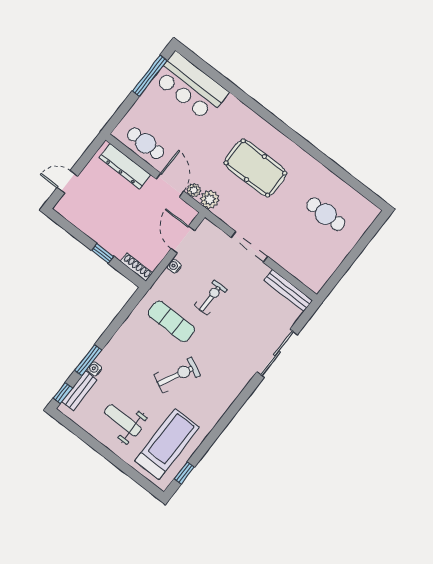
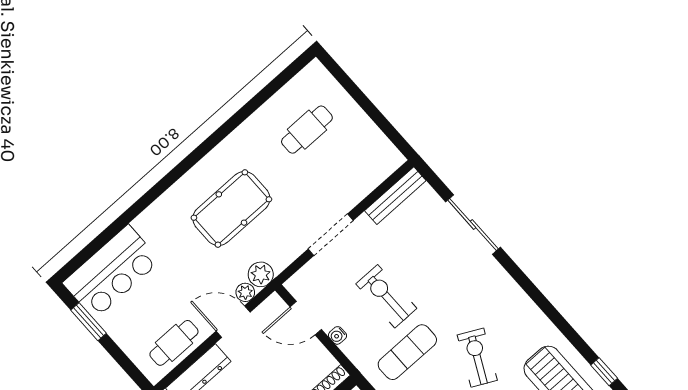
window: (150, 76) -> (89, 322), width x0.69
exercise bike: (211, 298) -> (386, 296), width x1.38, depth x1.39

